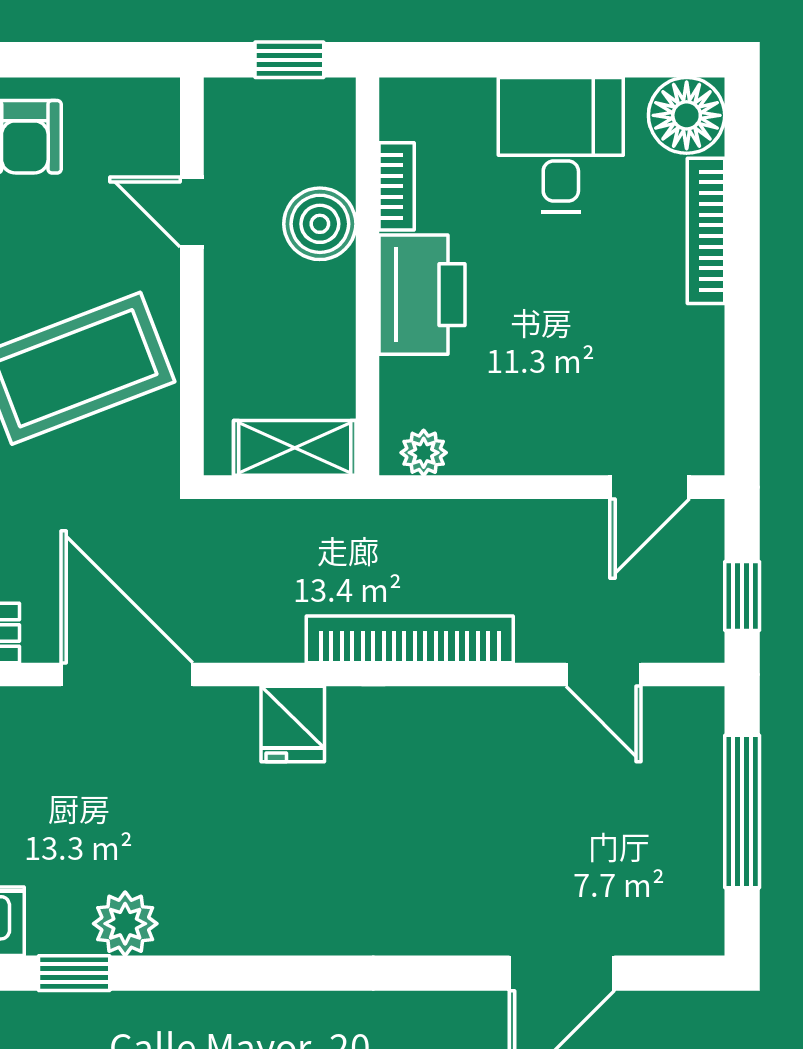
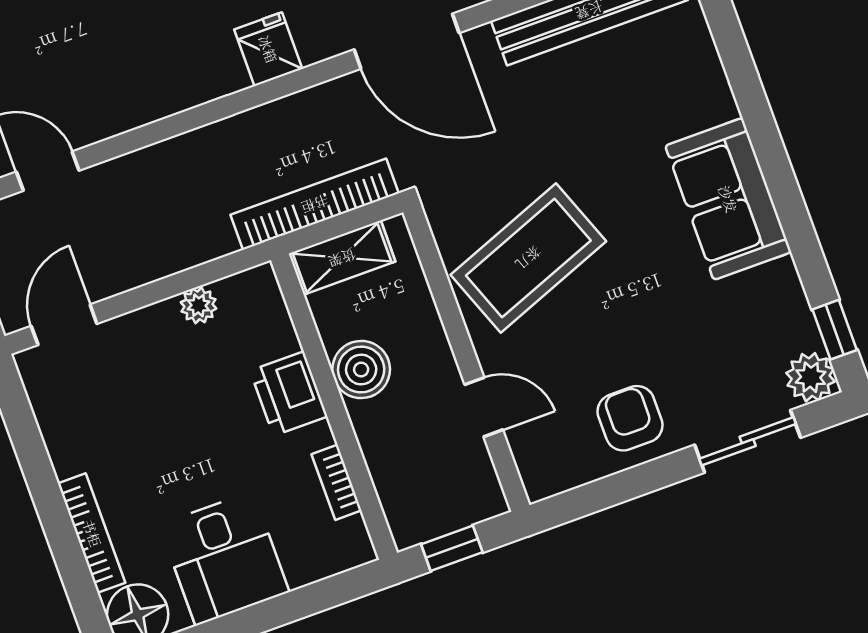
boiler: (320, 224) -> (361, 369), moved
printer: (422, 295) -> (289, 394), width x0.73, depth x0.84
plant: (424, 453) -> (199, 305), moved
bookcase: (410, 639) -> (315, 204), moved, turned 180

